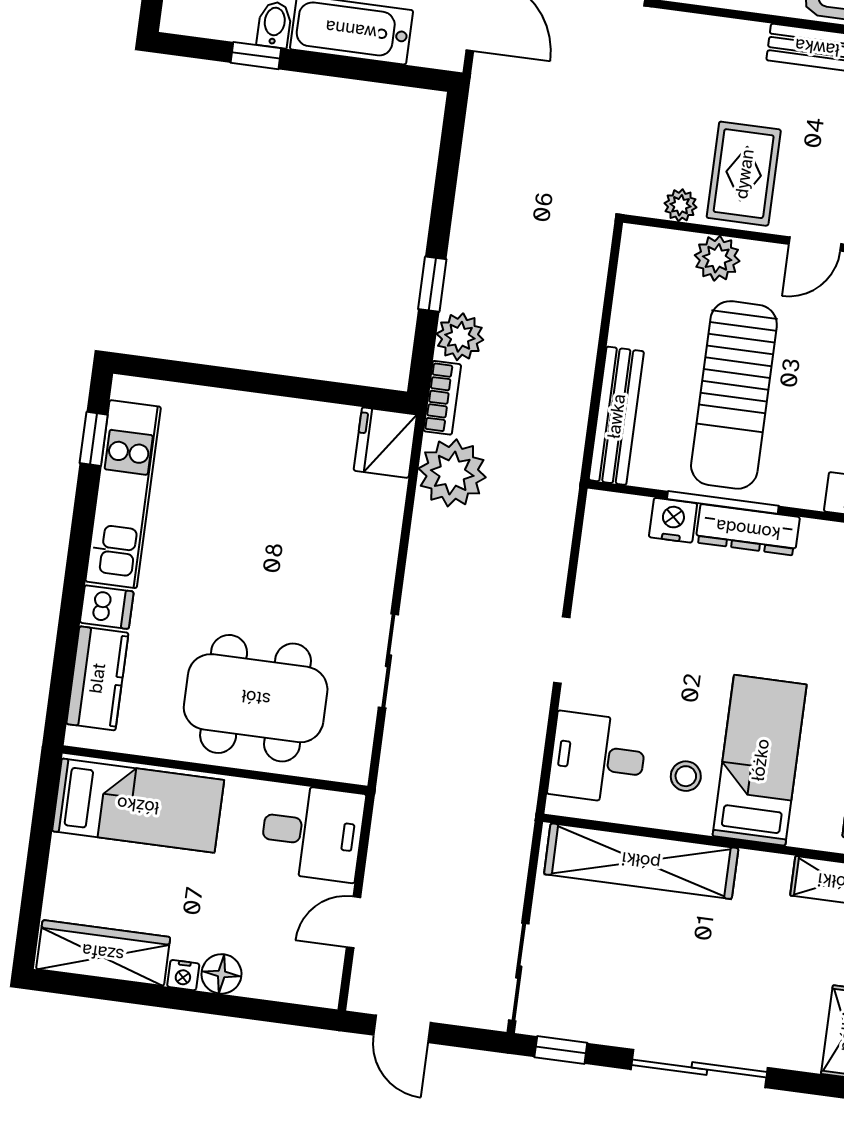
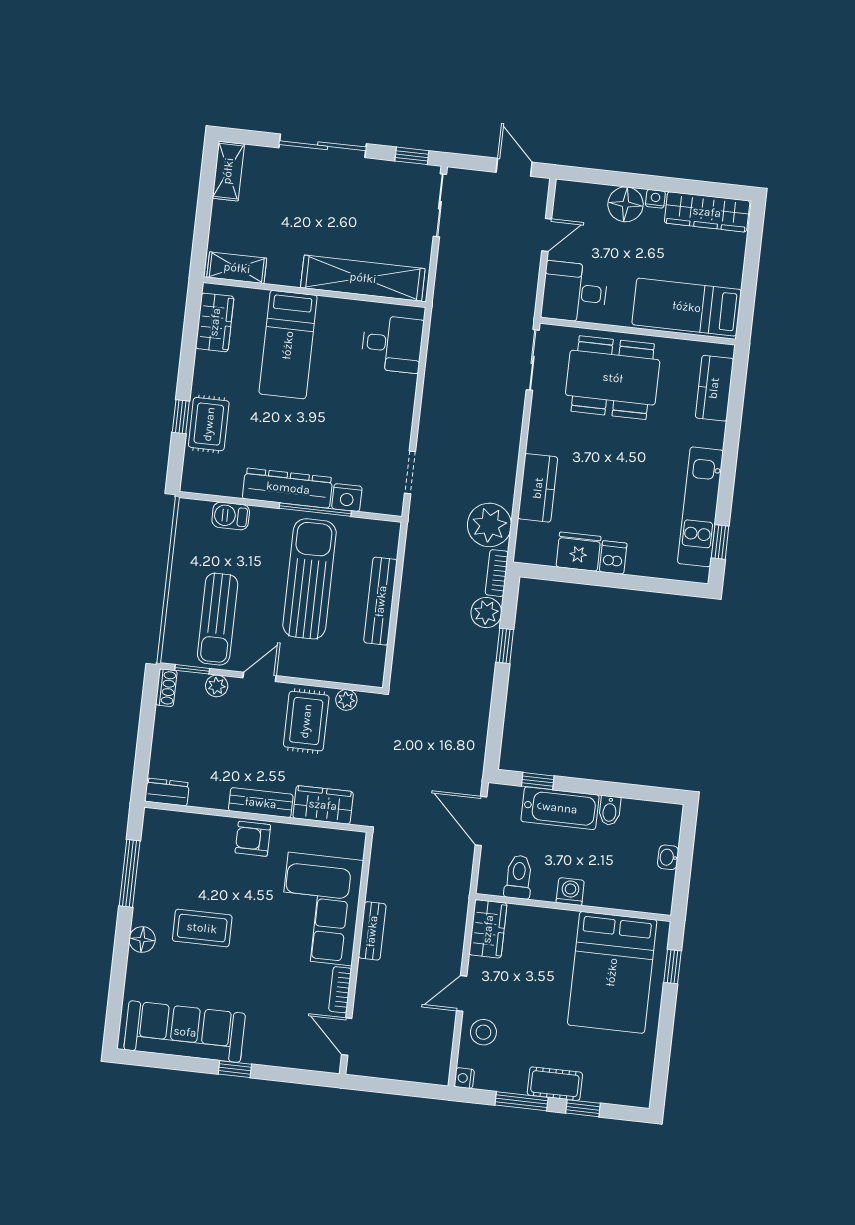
wardrobe: (720, 43) -> (323, 805), added
window: (256, 56) -> (538, 781), moved
plant: (717, 258) -> (322, 666), removed
bench: (616, 416) -> (381, 601), moved
fridge: (385, 443) -> (578, 552), moved, turned -90
kitchen counter: (376, 529) -> (538, 488), added
dresser: (748, 530) -> (288, 488), width x1.37, depth x1.24
dishwasher: (107, 607) -> (613, 557), moved, turned 90
doorway: (562, 650) -> (410, 472), moved
sliding door: (388, 661) -> (533, 360), moved
stool: (686, 776) -> (335, 333), removed
floor lamp: (221, 974) -> (626, 204), width x1.38, depth x1.38

